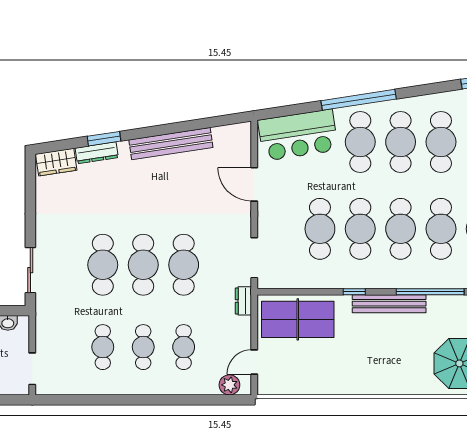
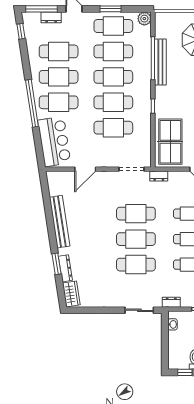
bench: (389, 304) -> (160, 62), moved
dresser: (43, 321) -> (171, 302), added

